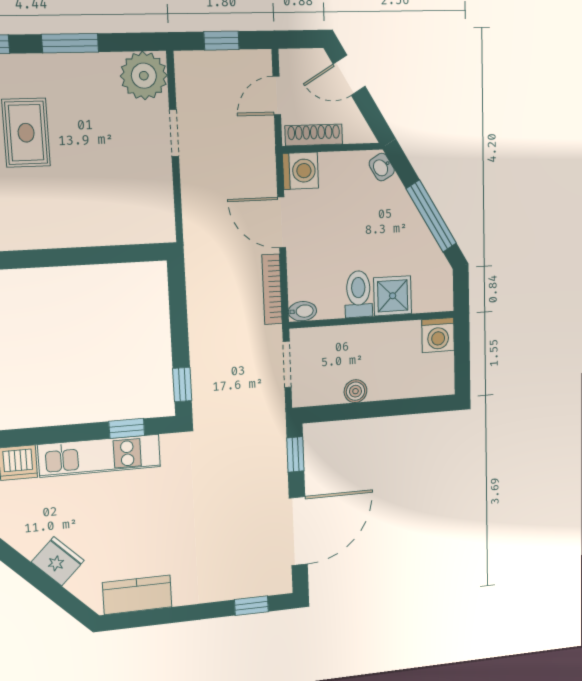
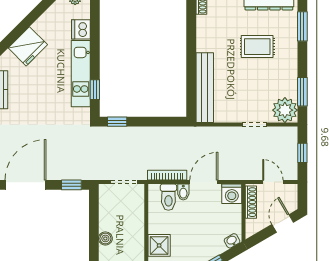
window: (70, 43) -> (302, 92), moved
bench: (111, 229) -> (205, 88), added
toilet: (358, 294) -> (168, 197), moved, turned 90
bidet: (302, 311) -> (183, 192), moved
boiler: (355, 391) -> (105, 238), moved
door: (298, 531) -> (26, 185), swing flipped
fridge: (58, 561) -> (28, 46), width x1.36, depth x1.34

